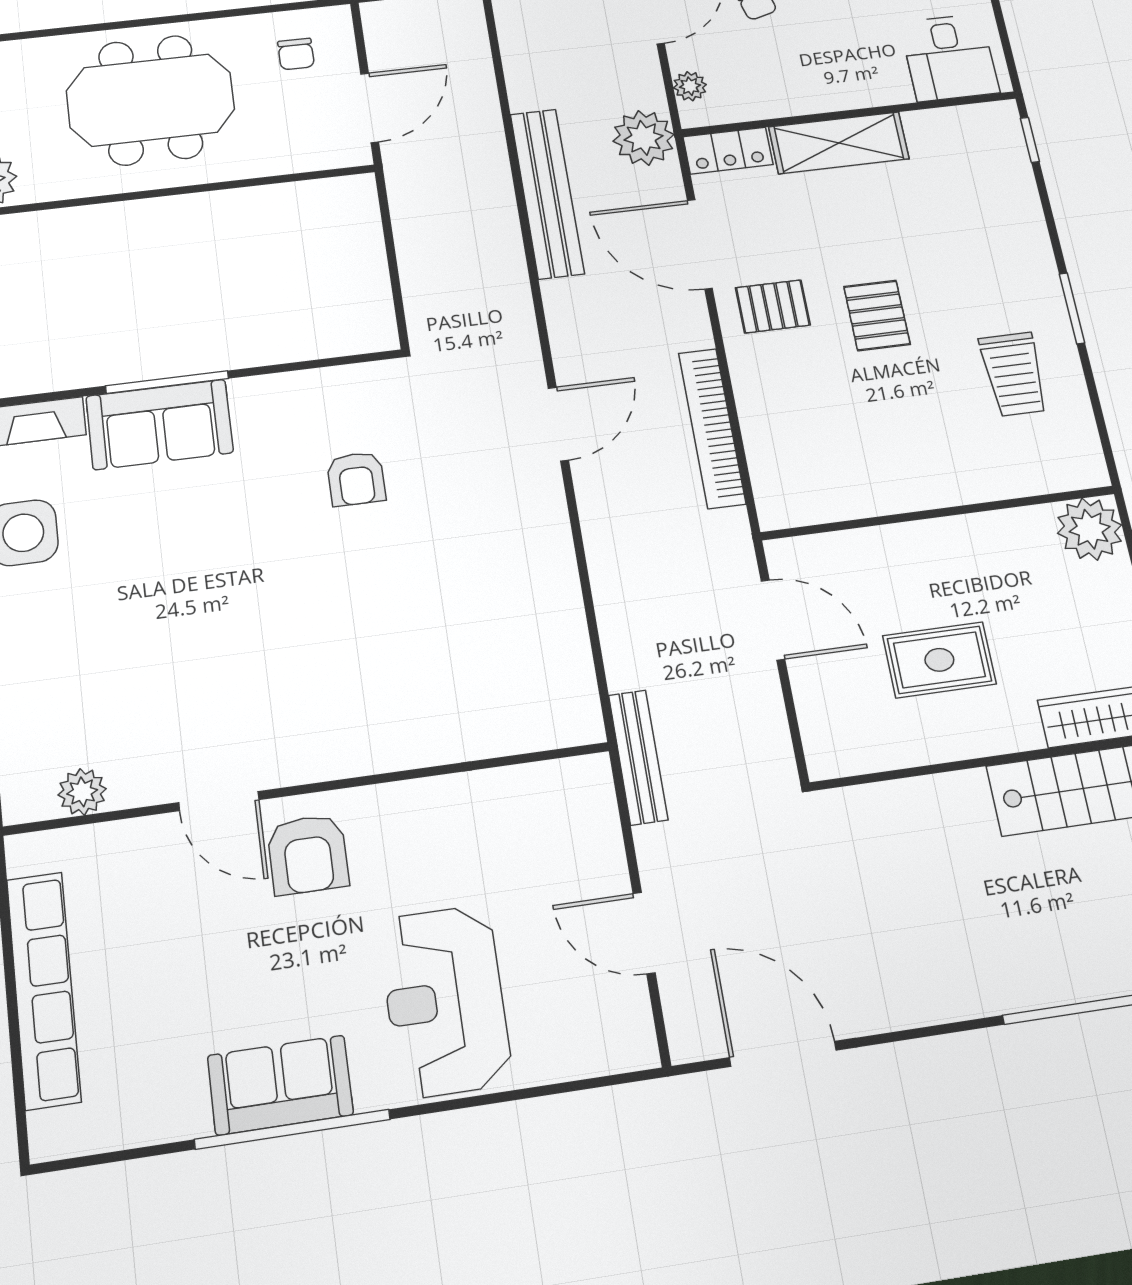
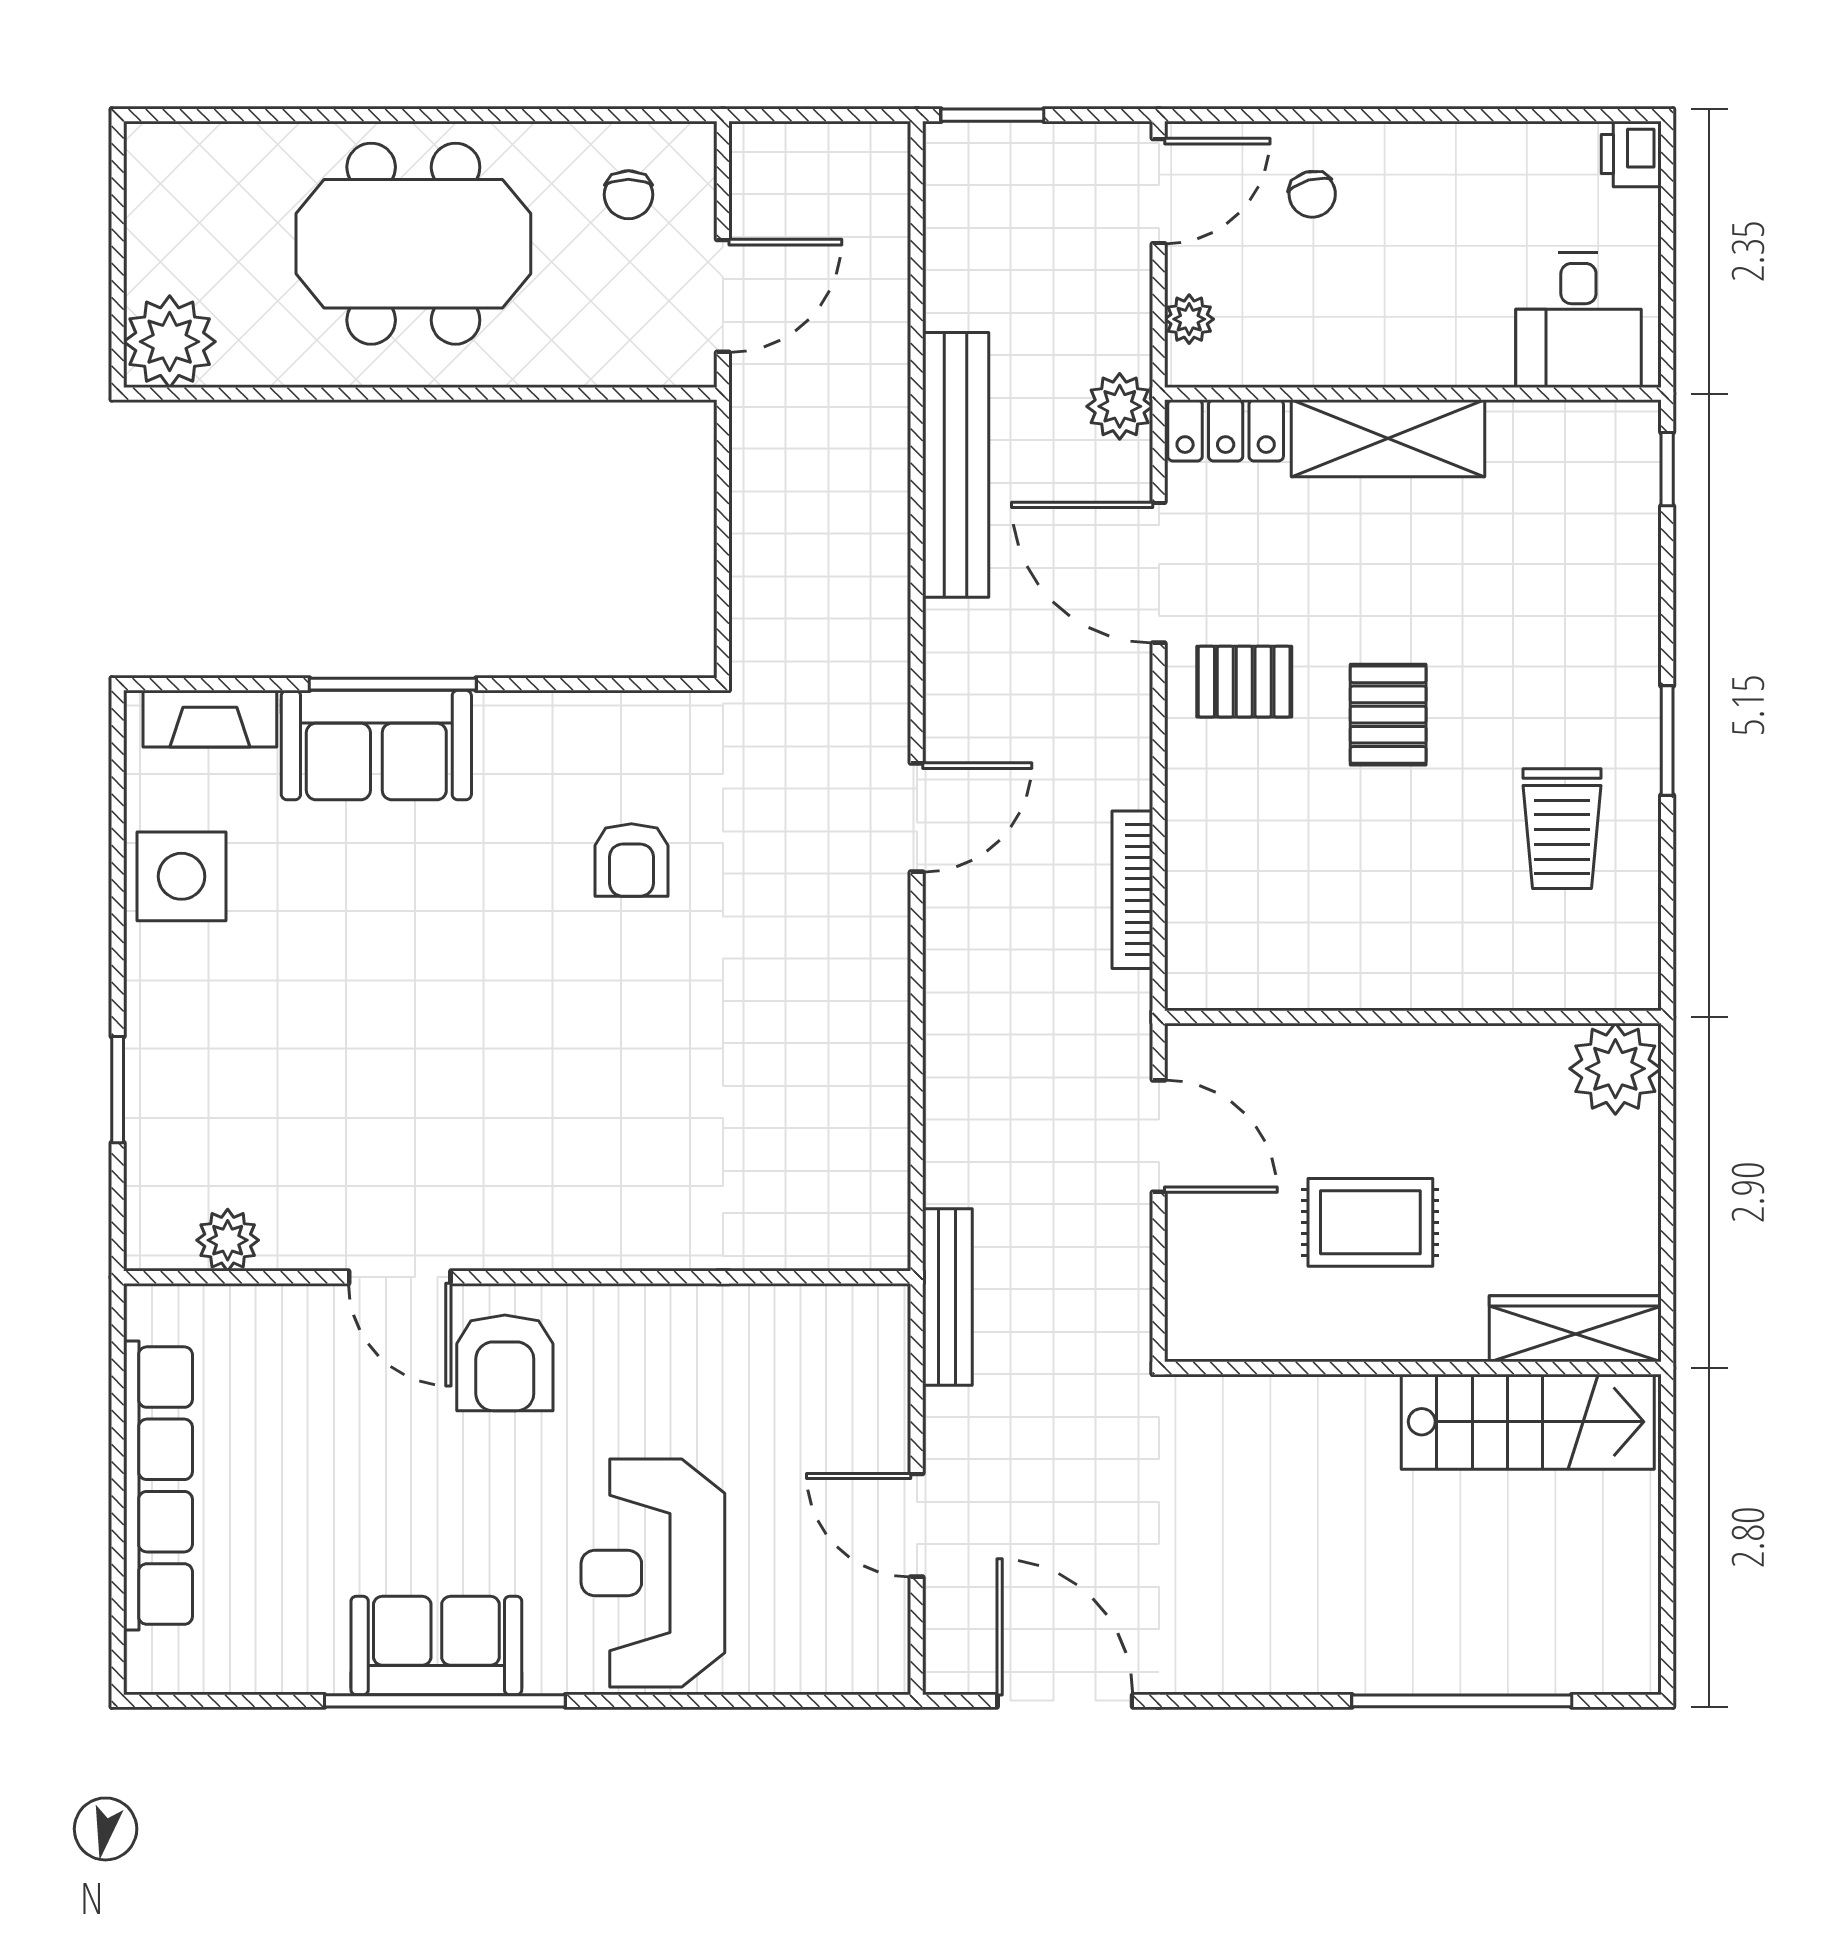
plant: (644, 138) -> (1120, 406), width x0.73, depth x0.73
bookcase: (712, 428) -> (1132, 890), width x0.68, depth x0.76

